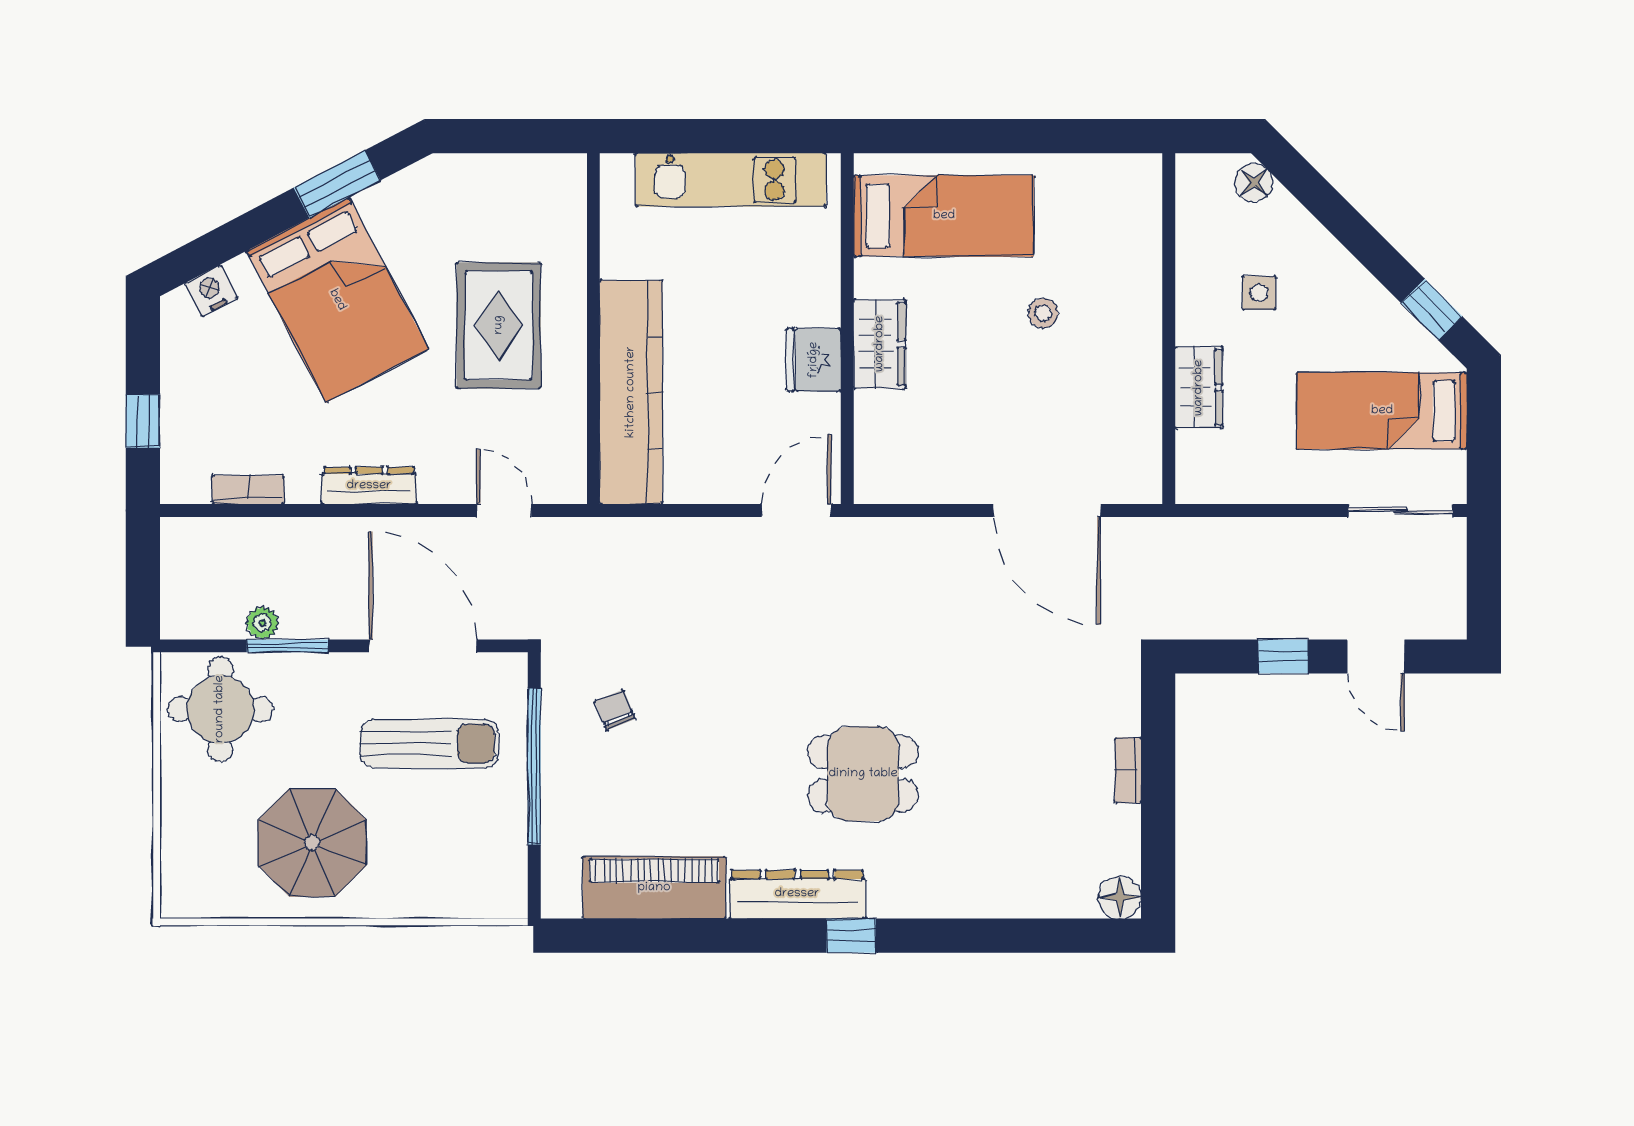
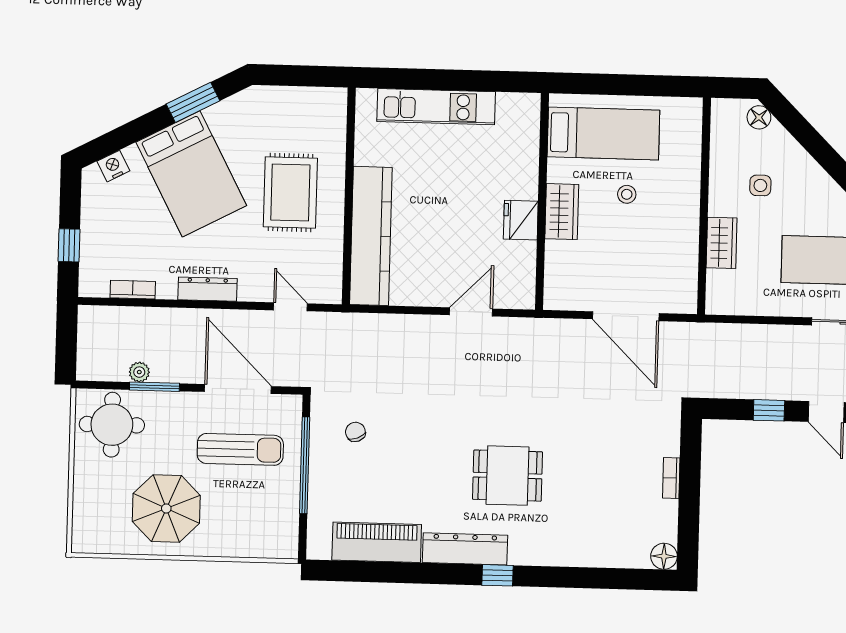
bed: (944, 216) -> (603, 133), moved
wall: (847, 329) -> (542, 201), moved
wardrobe: (880, 344) -> (562, 212), moved
fridge: (814, 360) -> (521, 220), moved

